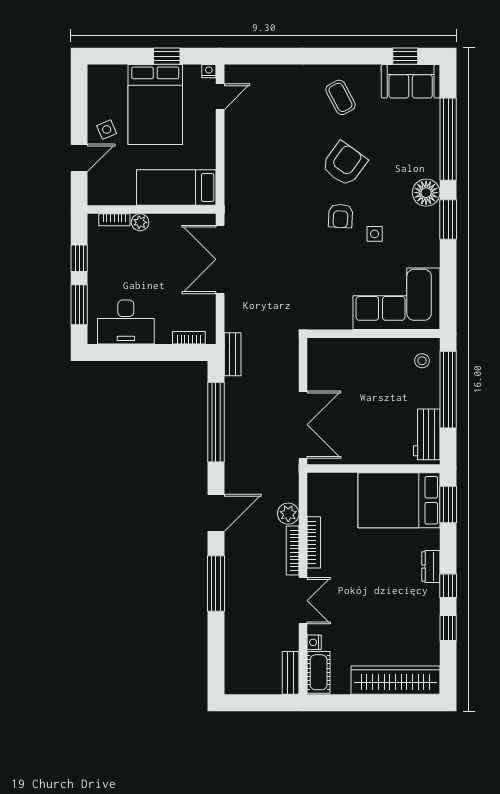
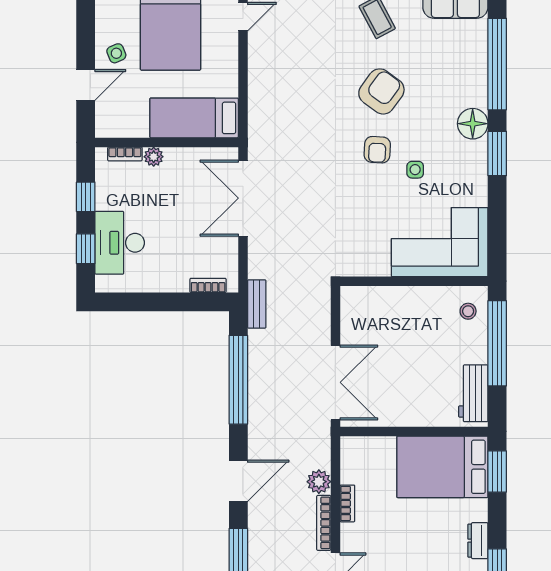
window: (79, 305) -> (86, 249), width x0.67
desk: (126, 322) -> (120, 243), moved, turned 90
bookcase: (314, 542) -> (347, 503), width x0.64

